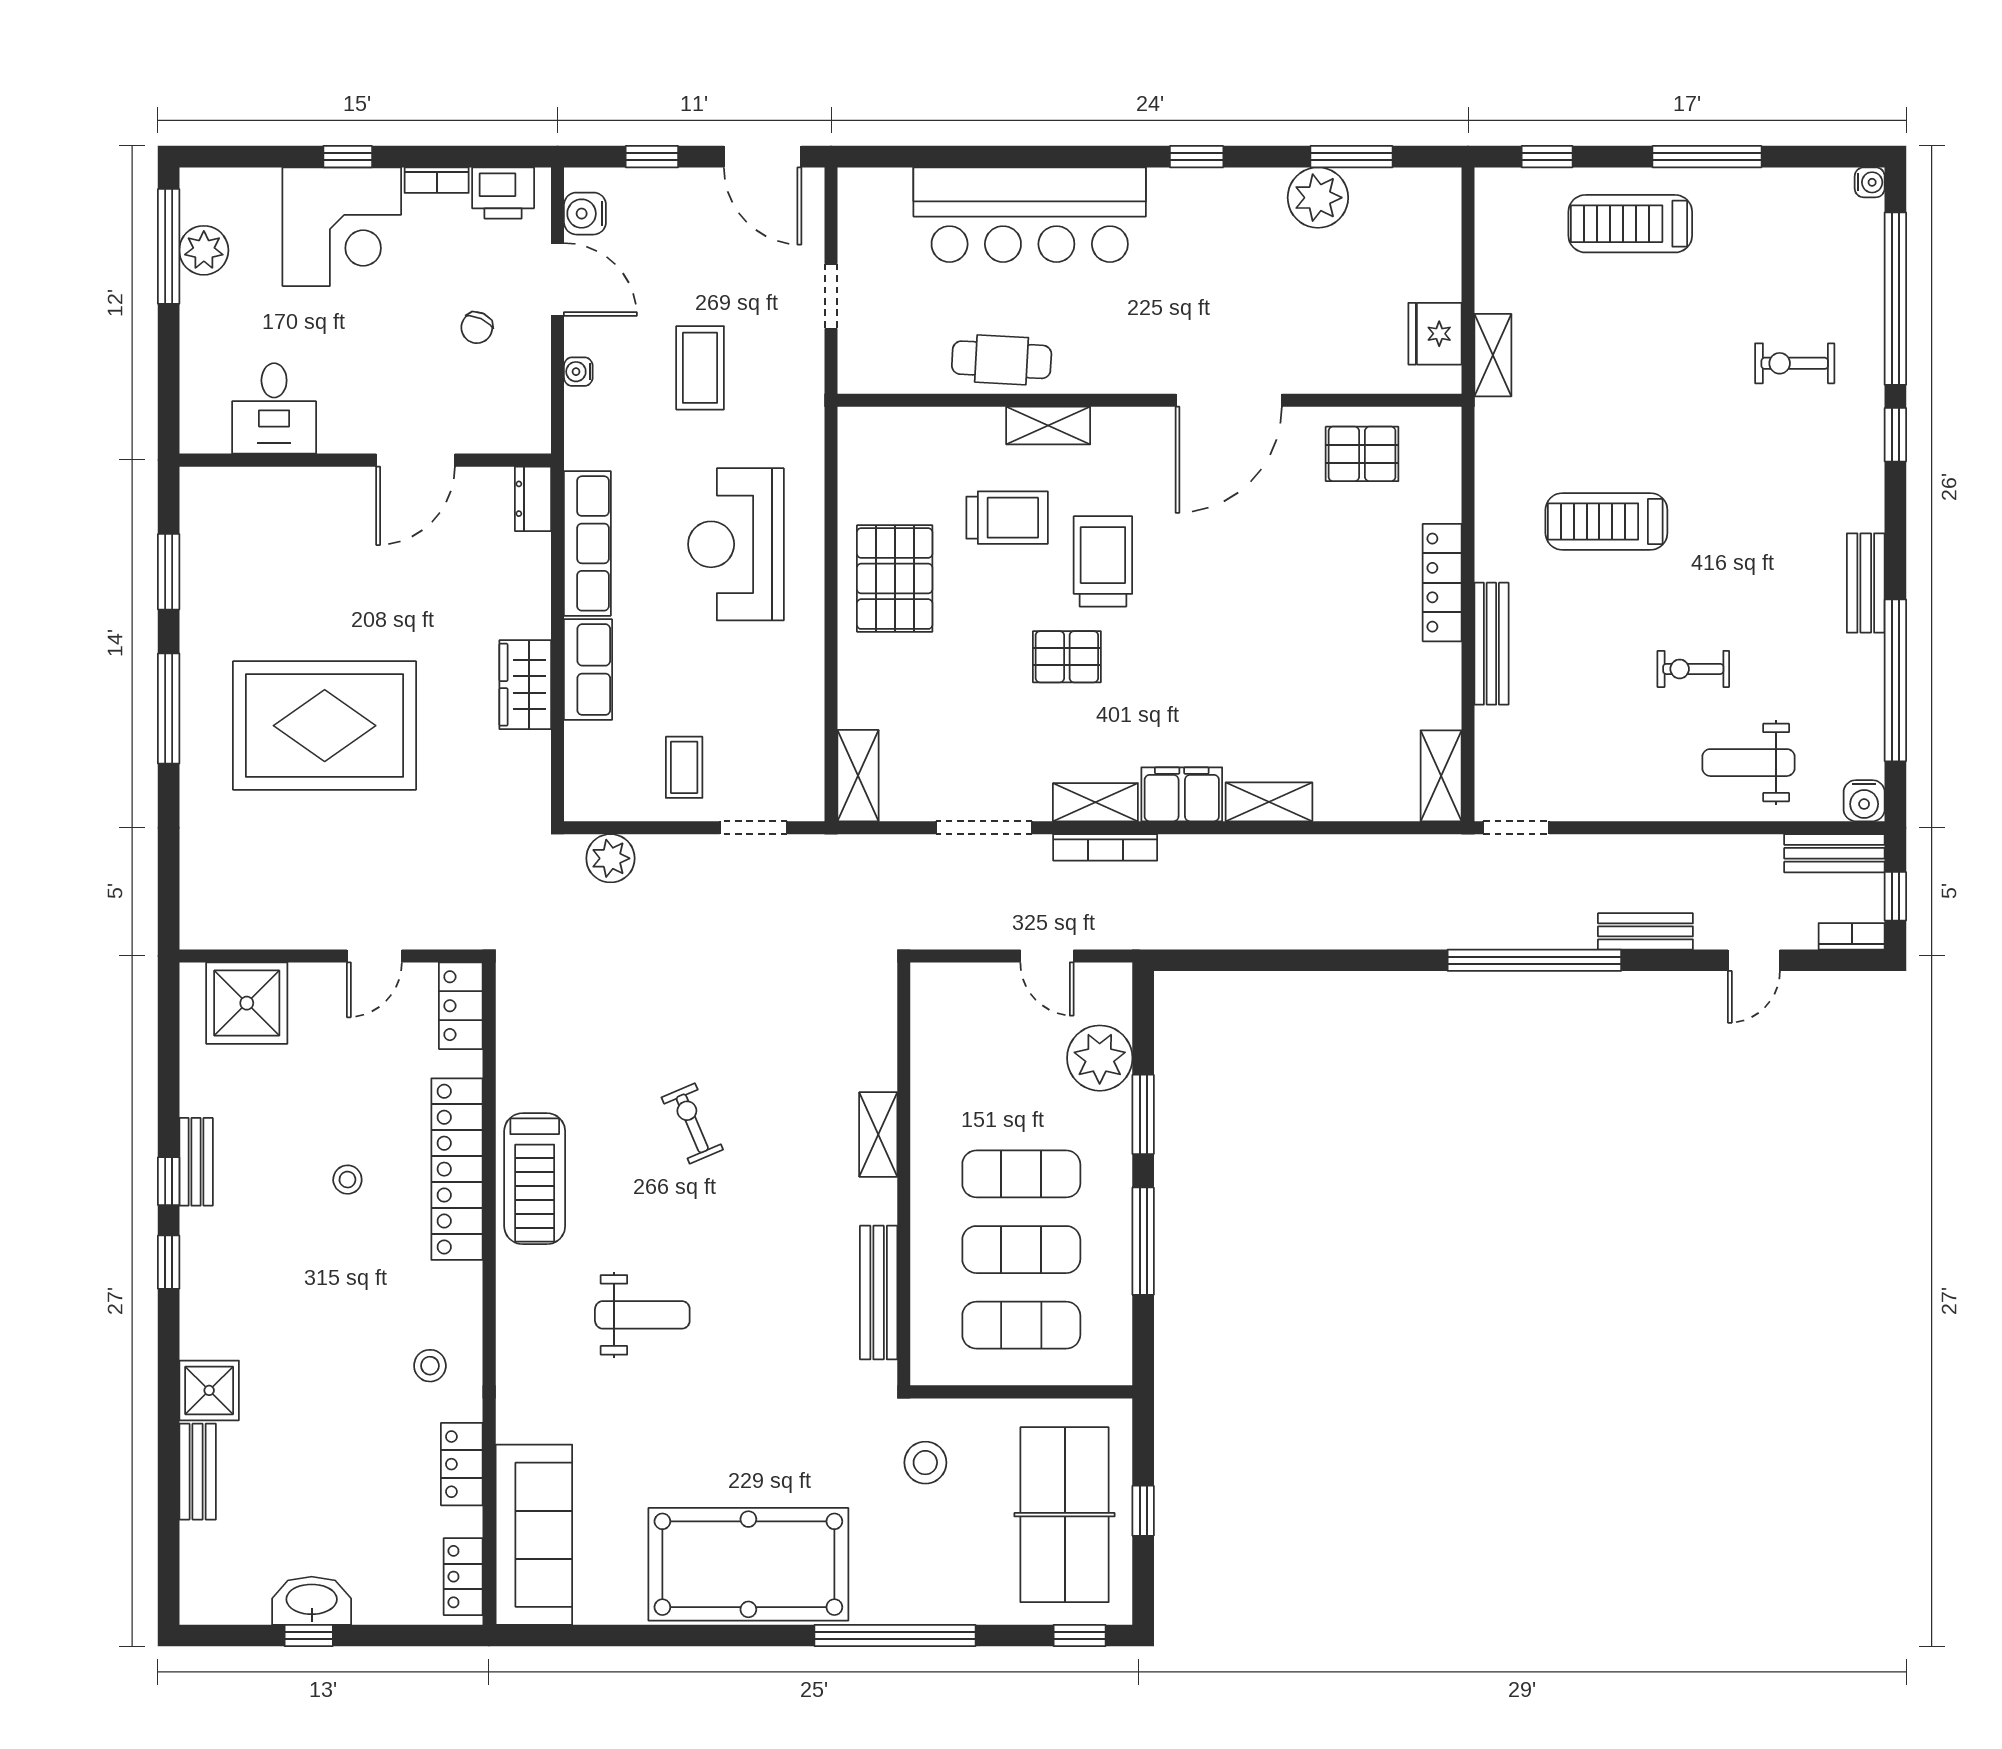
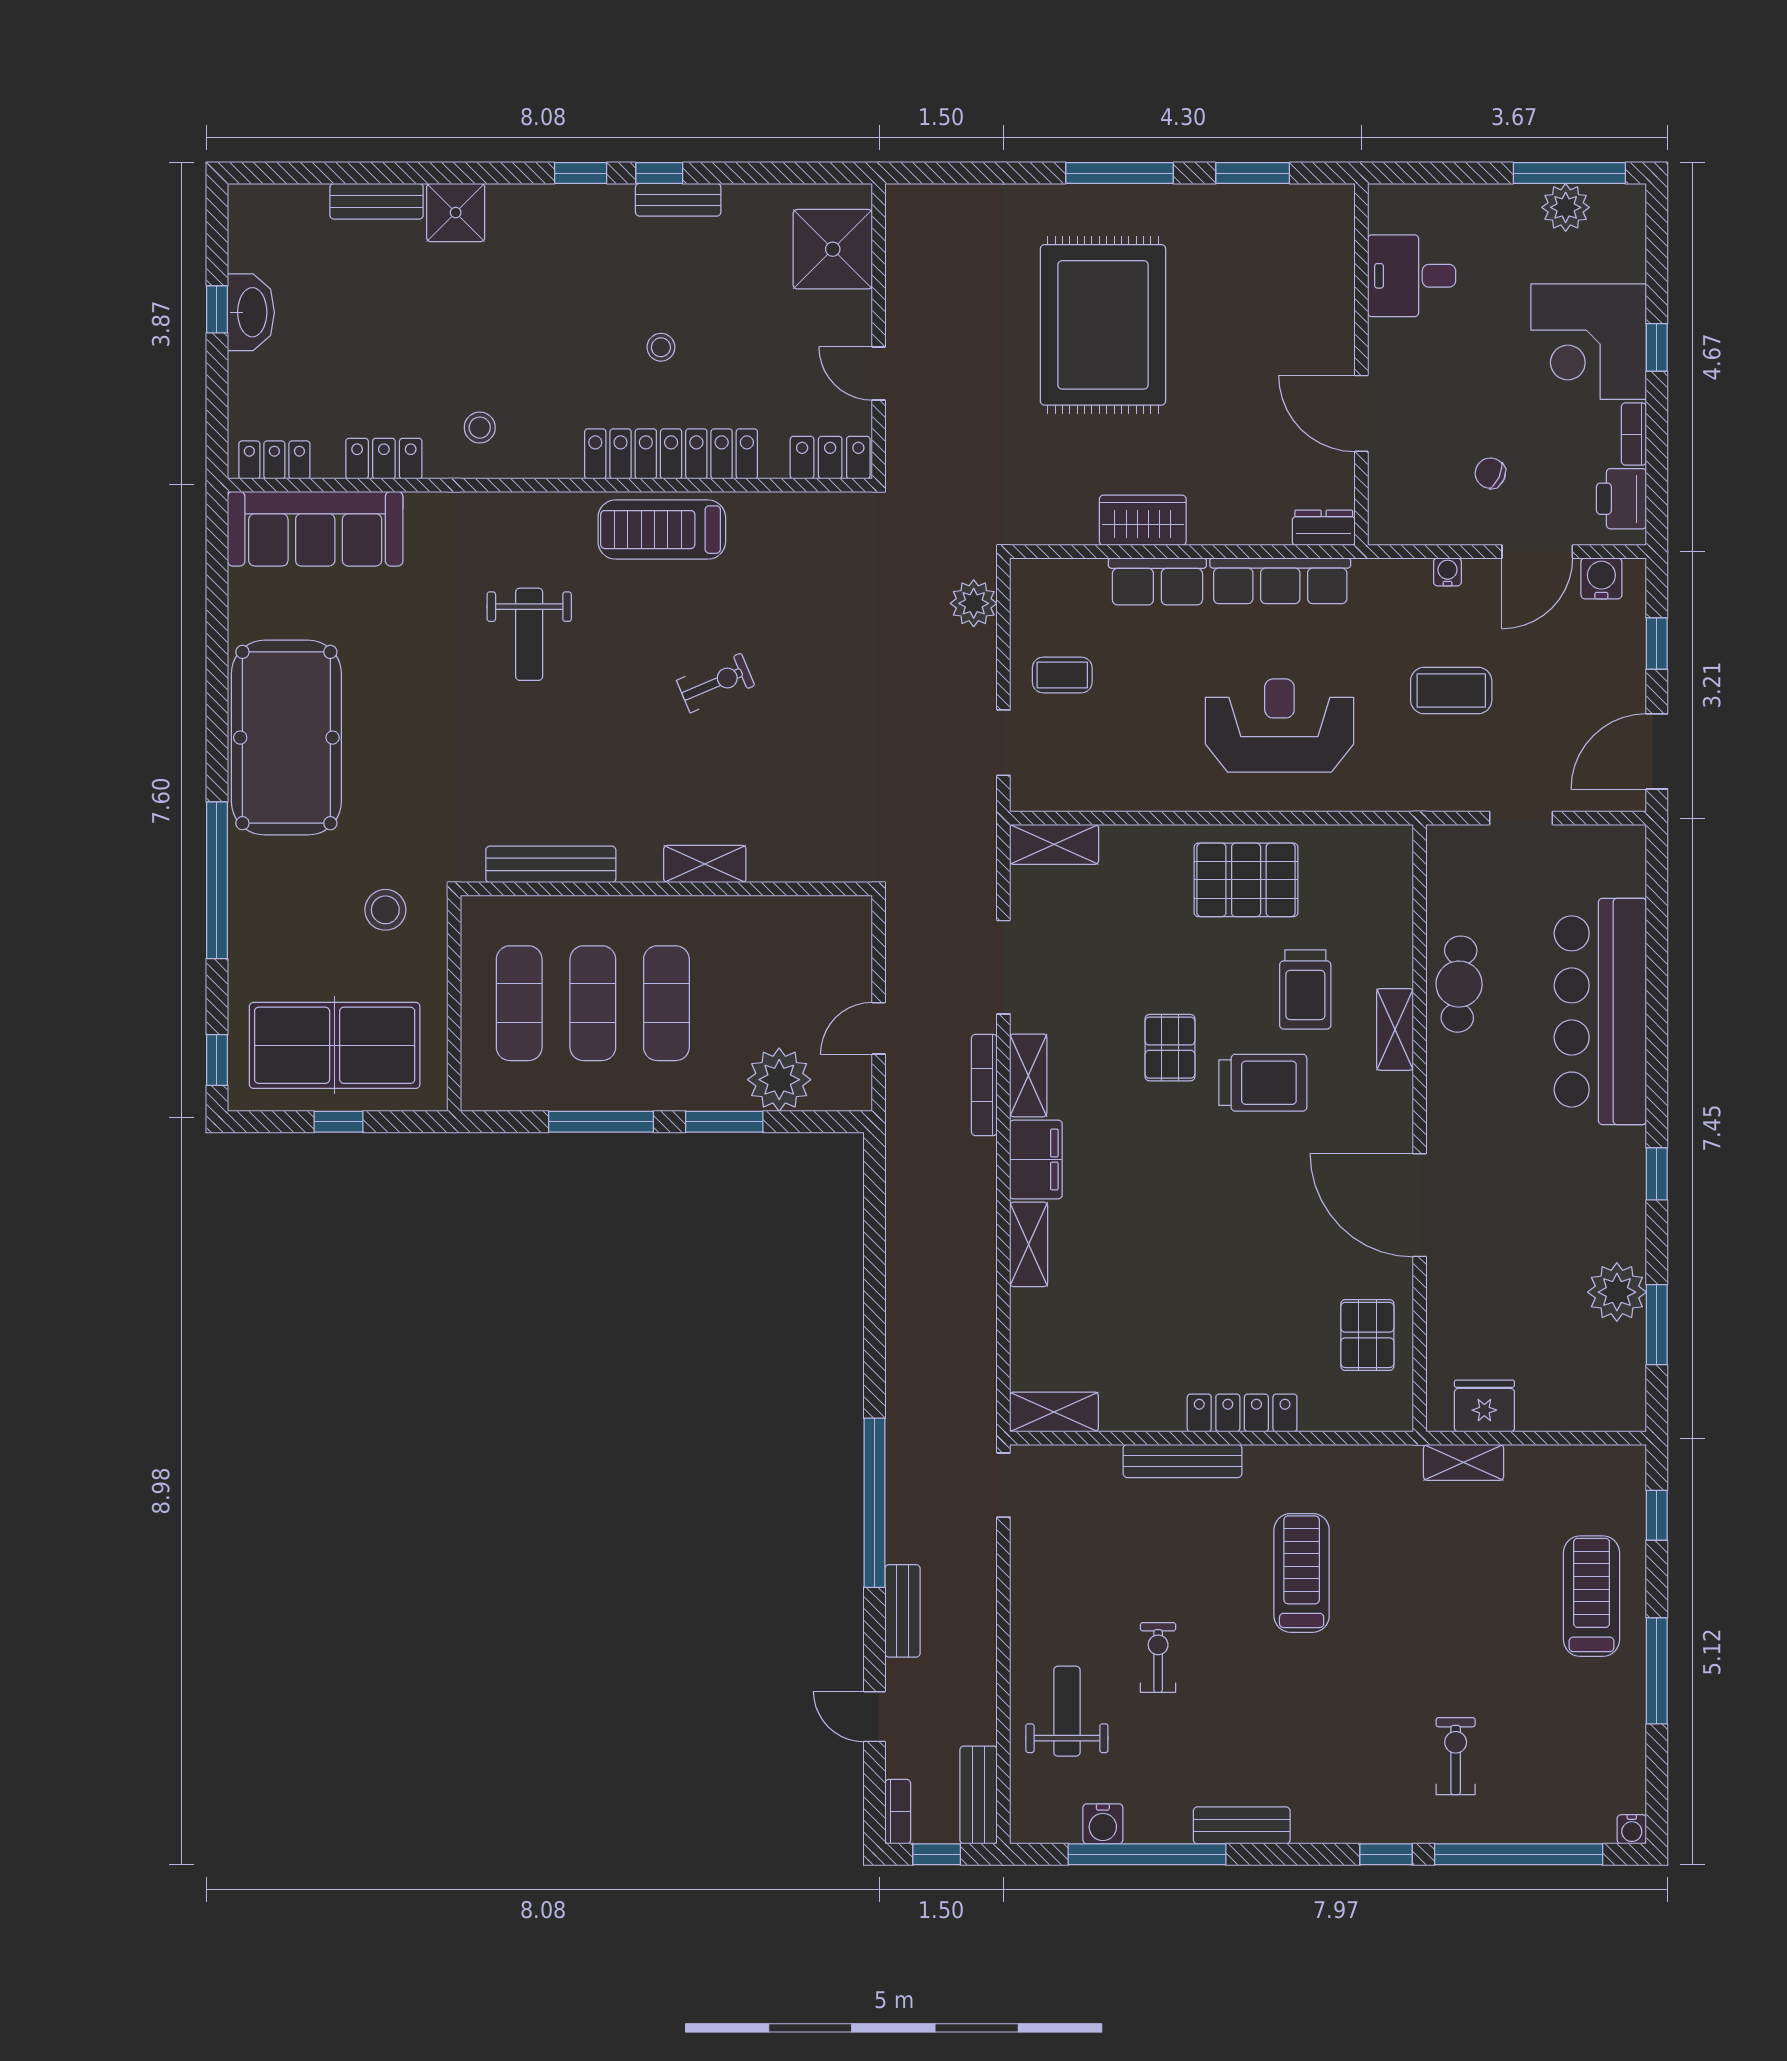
water cooler: (1864, 801) -> (1103, 1824), moved, turned -90

